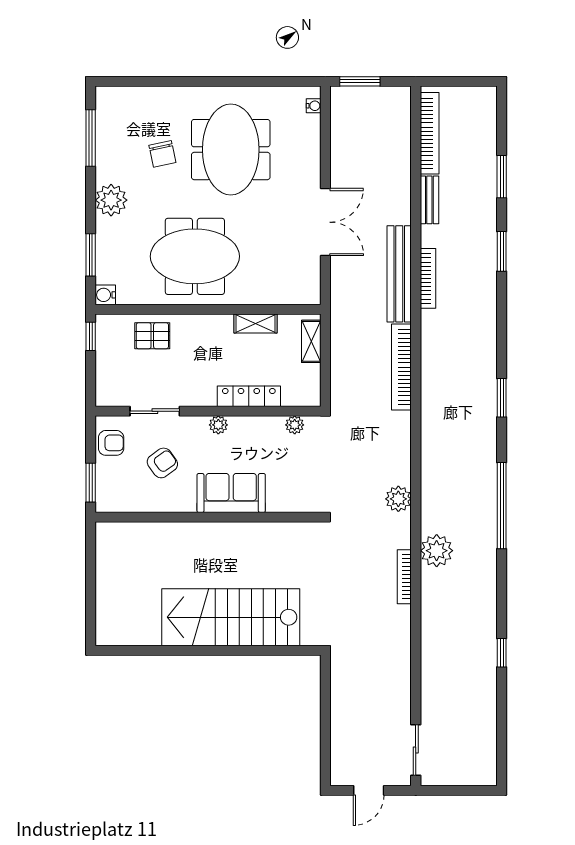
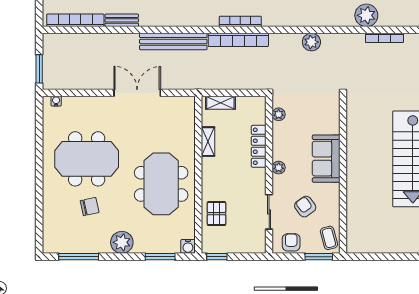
bookcase: (428, 278) -> (240, 21), moved
coffee table: (117, 497) -> (329, 238), added
plant: (398, 499) -> (311, 42), moved

